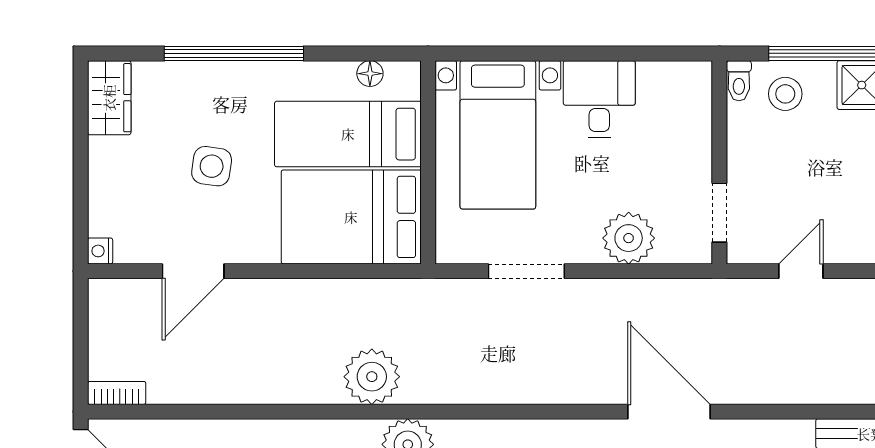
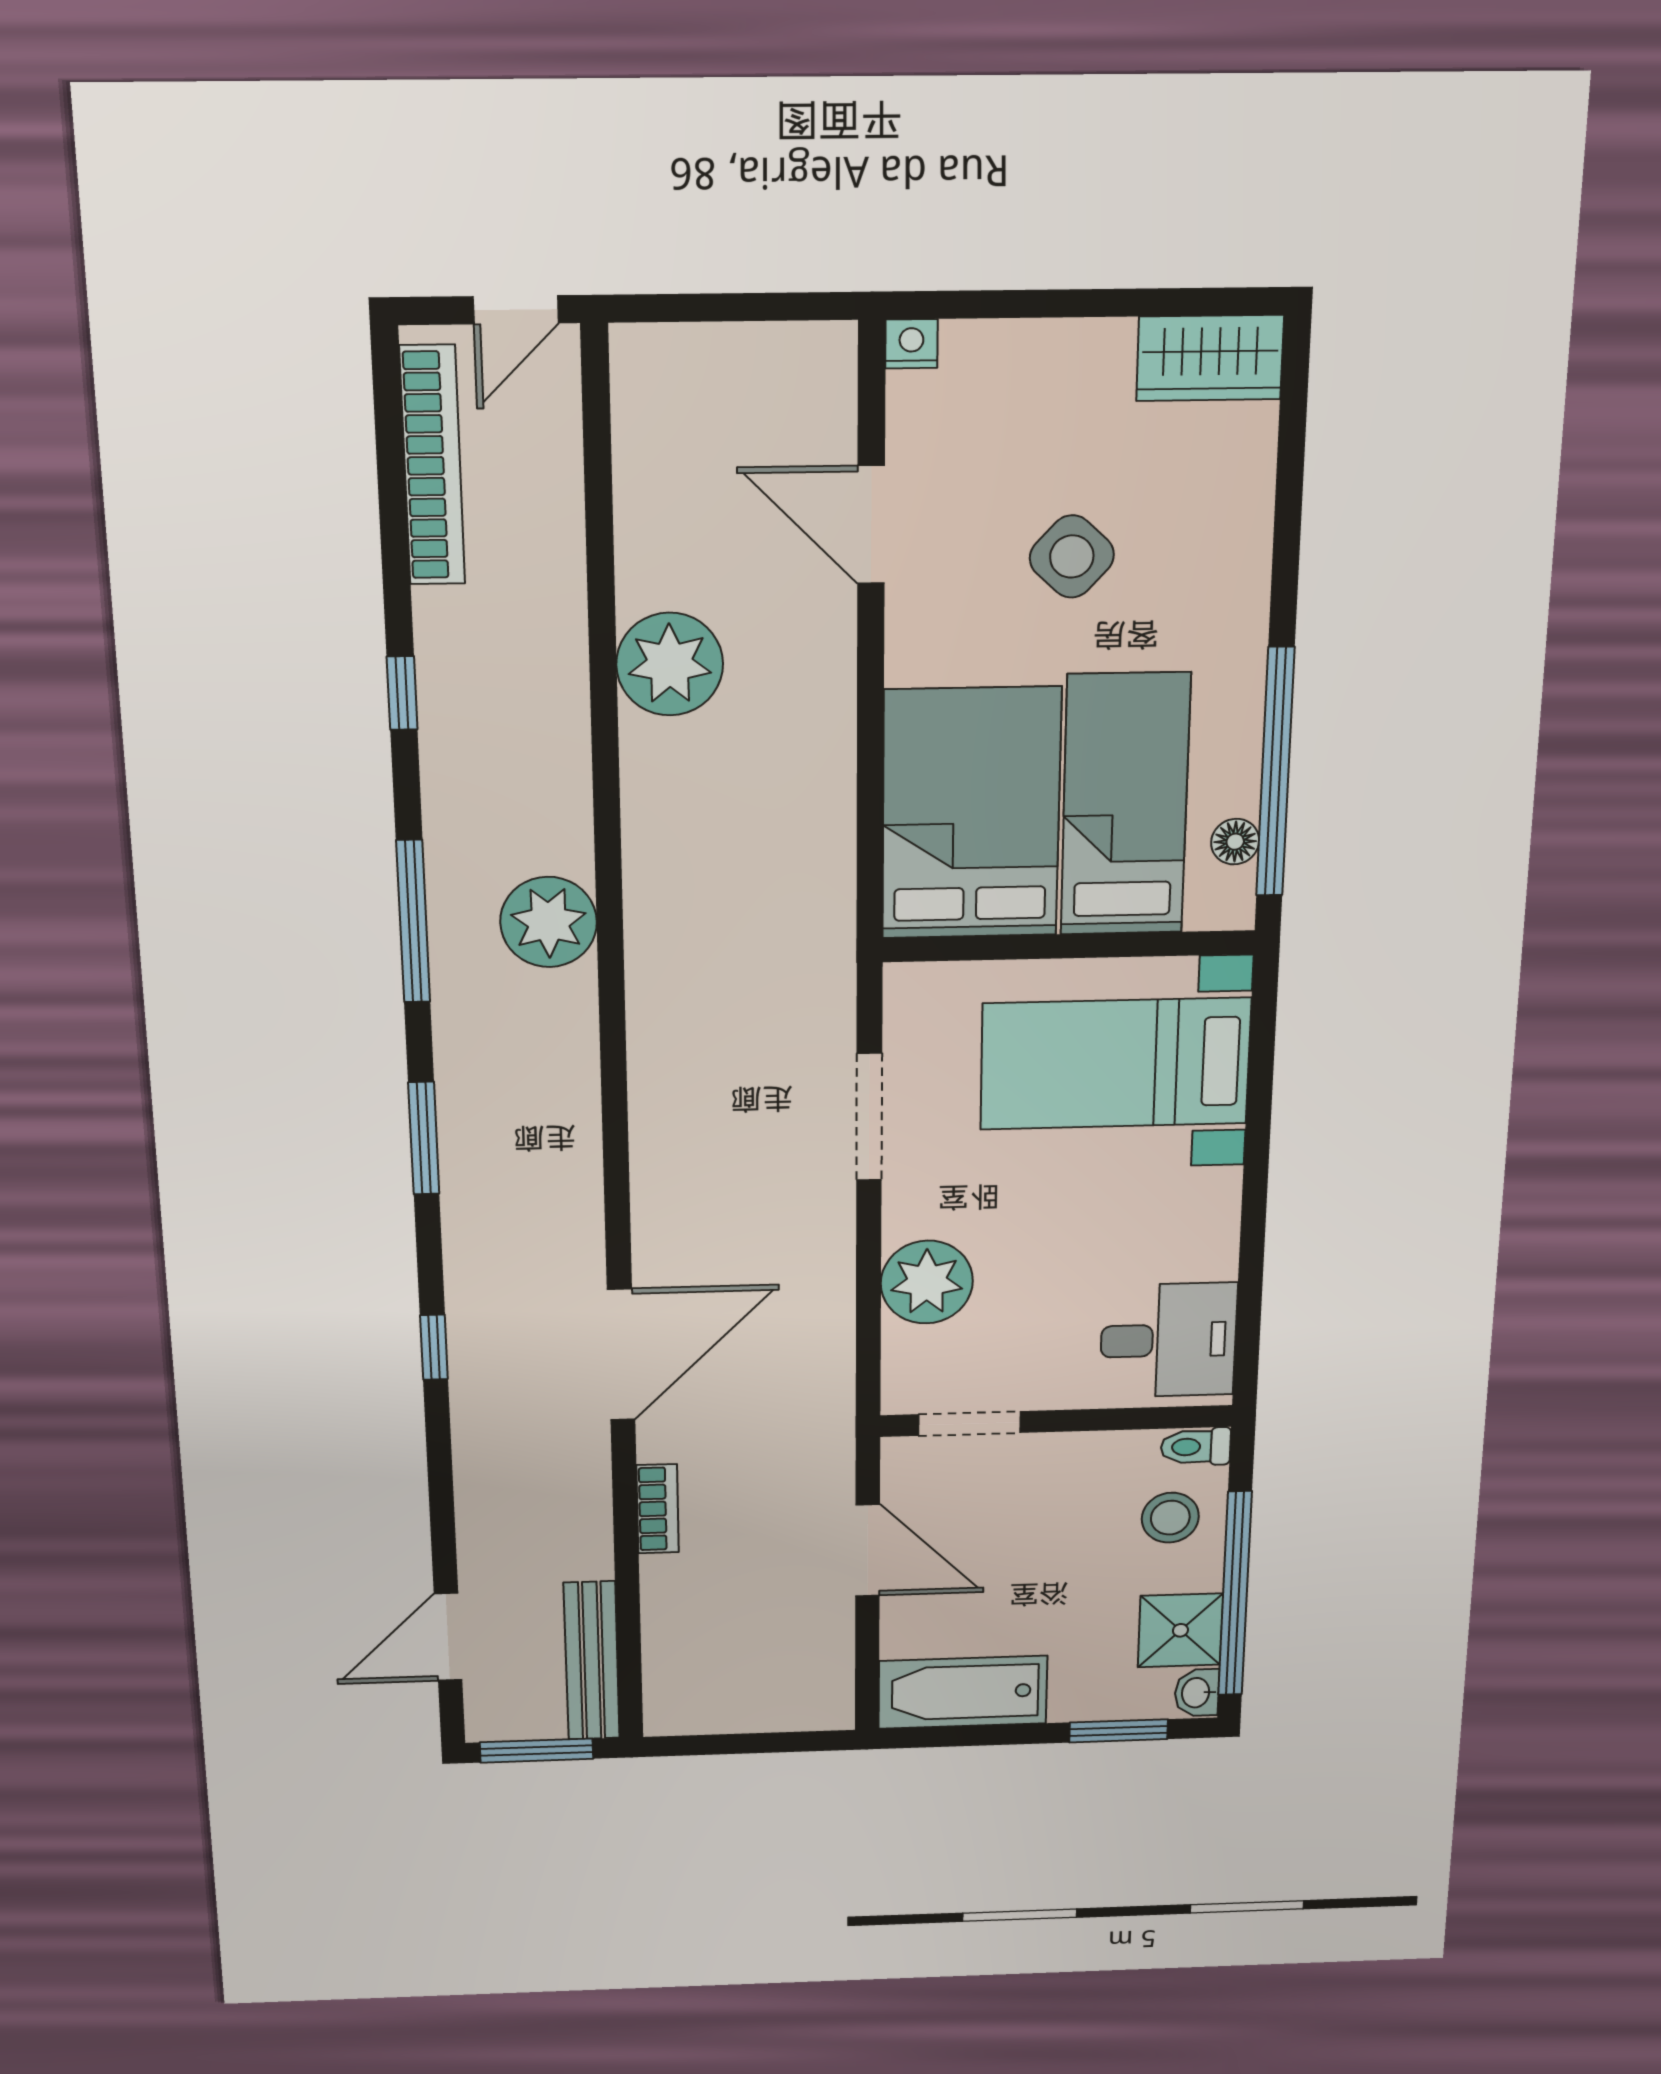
window: (234, 53) -> (1275, 773), moved
desk: (599, 99) -> (1168, 1340), moved
side table: (212, 166) -> (1072, 556), turned 35
door: (801, 271) -> (868, 1550), width x1.38
plant: (372, 377) -> (670, 664), moved
bookcase: (117, 393) -> (658, 1509), moved

